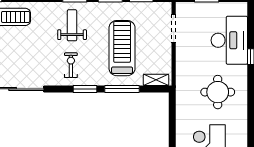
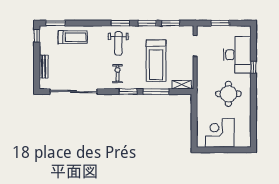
weight bench: (72, 25) -> (118, 43), turned 180
treadmill: (122, 48) -> (156, 61), turned 180

